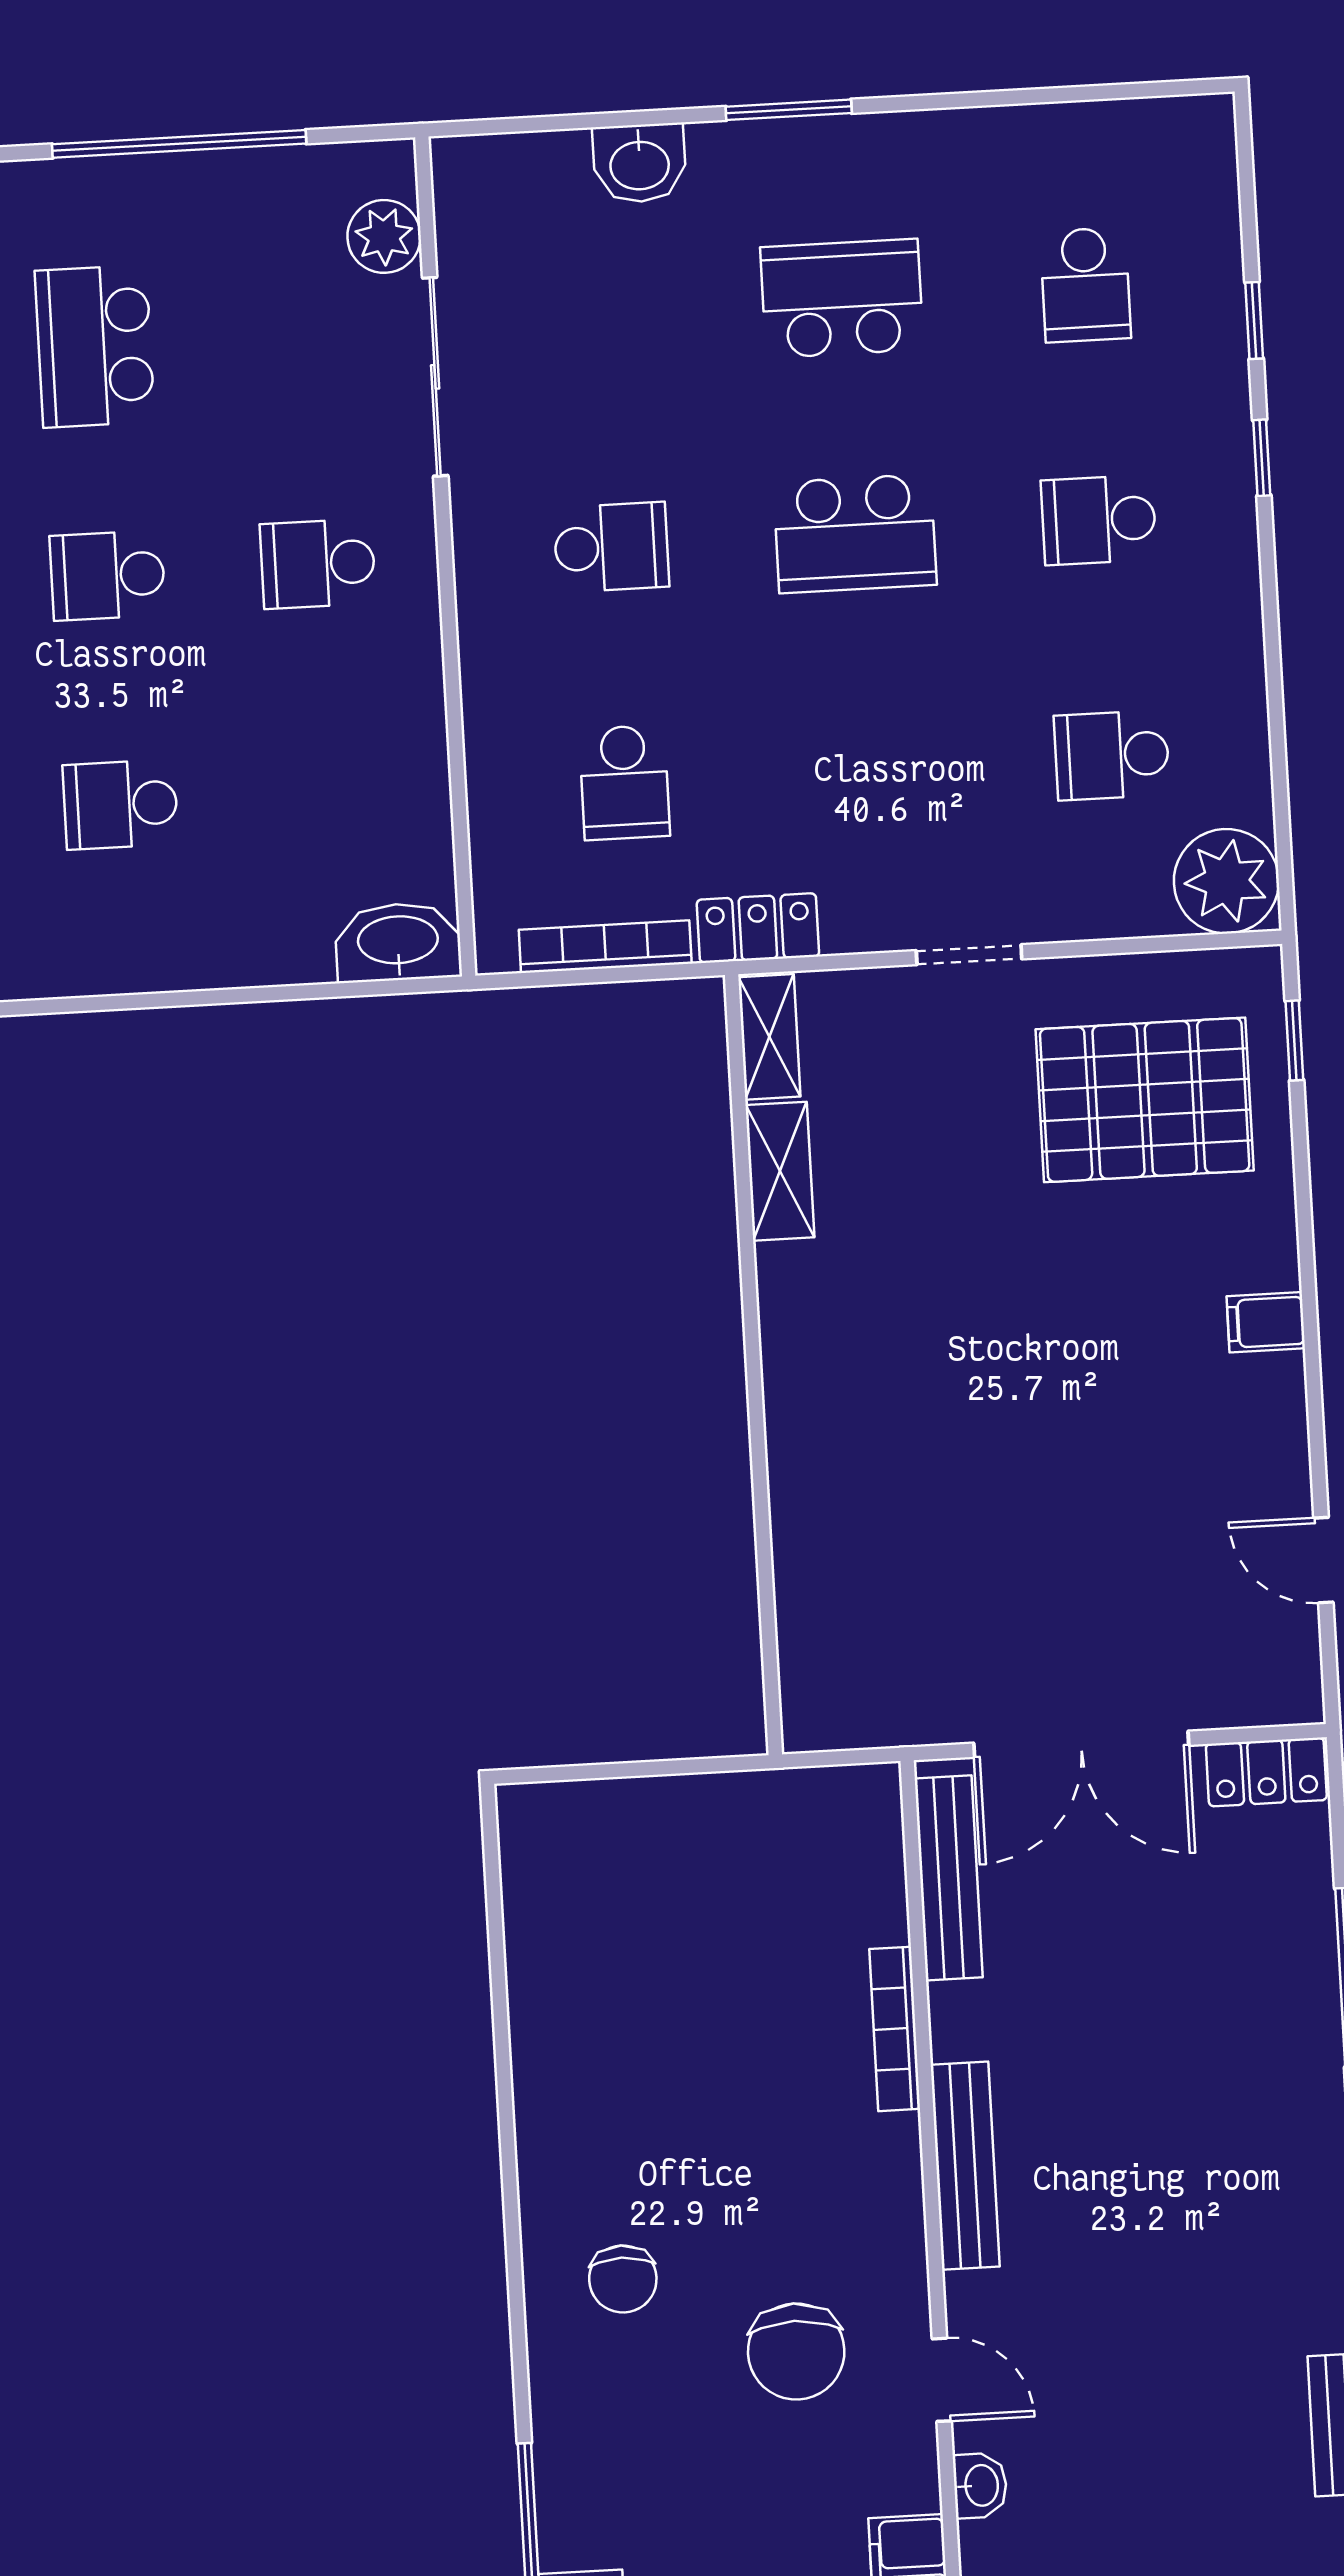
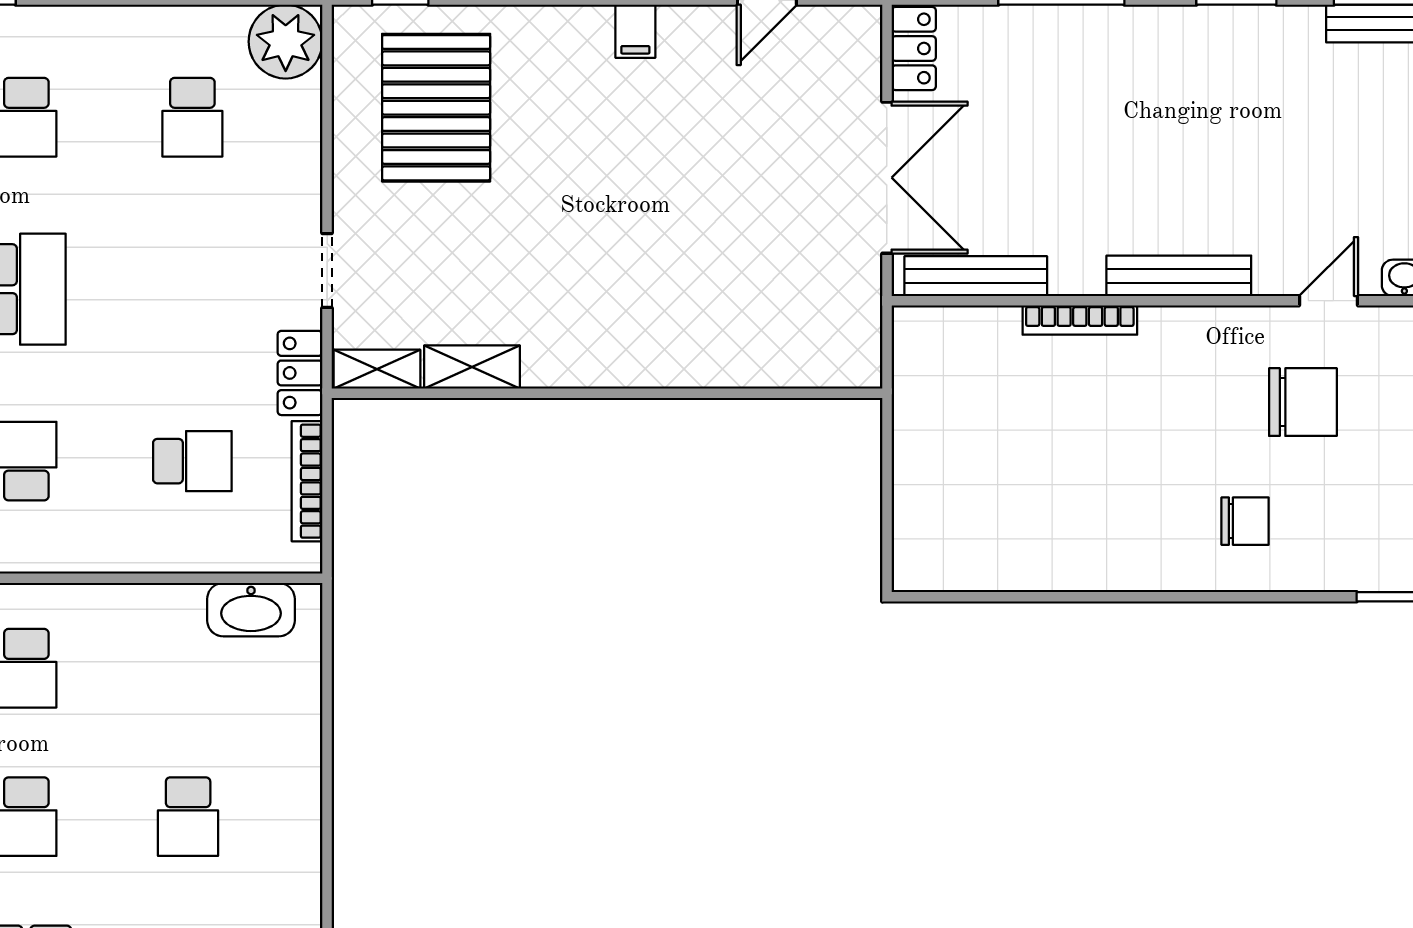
washbasin: (398, 942) -> (251, 610), moved, turned -90
doorway: (969, 955) -> (327, 270), moved
filing cabinet: (1266, 1322) -> (635, 31), moved

